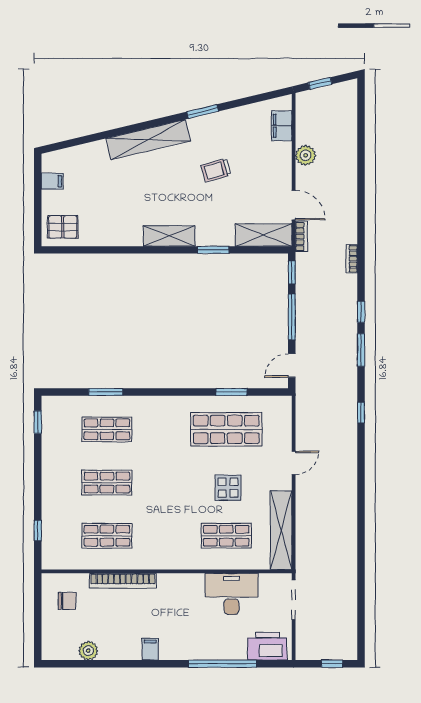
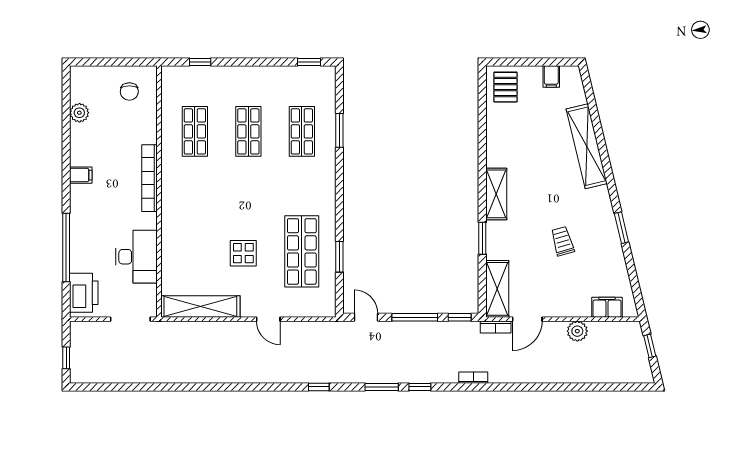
shelving: (148, 140) -> (587, 146), moved
shop shelf: (226, 536) -> (195, 251), removed
bookcase: (123, 581) -> (150, 178), moved

